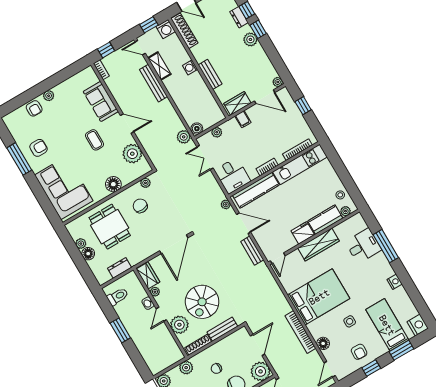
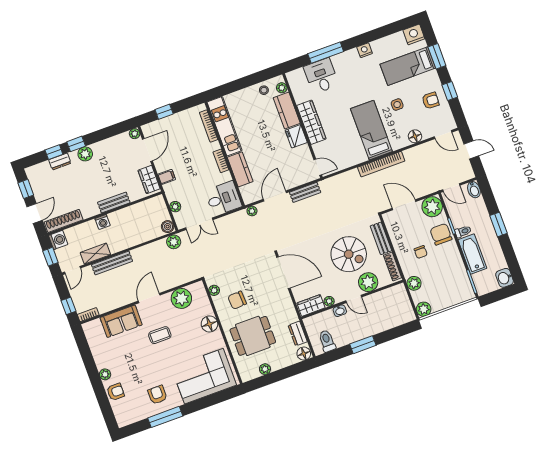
kitchen counter: (256, 190) -> (240, 169), width x0.67
floor lamp: (88, 254) -> (304, 354), moved
bed: (319, 297) -> (371, 130), width x0.67
bookcase: (300, 332) -> (381, 164), moved

